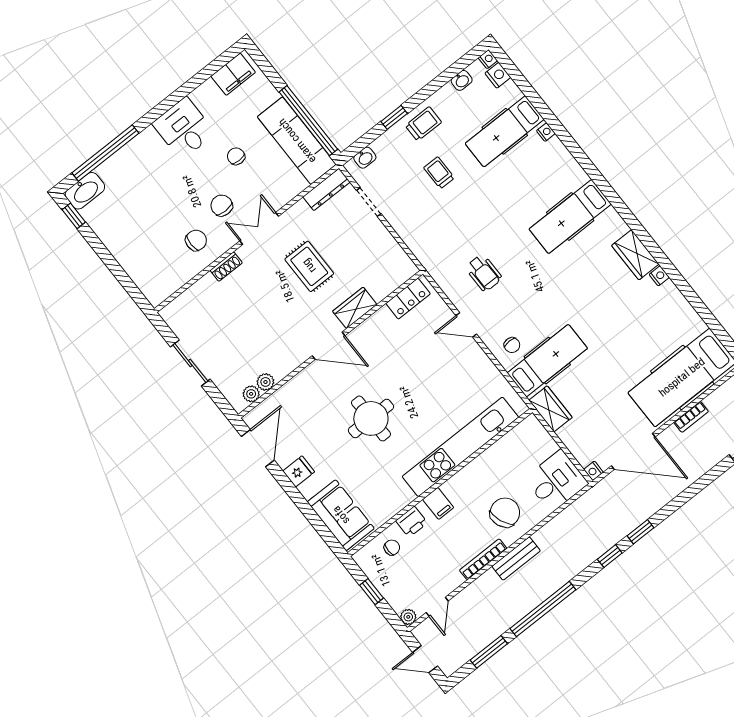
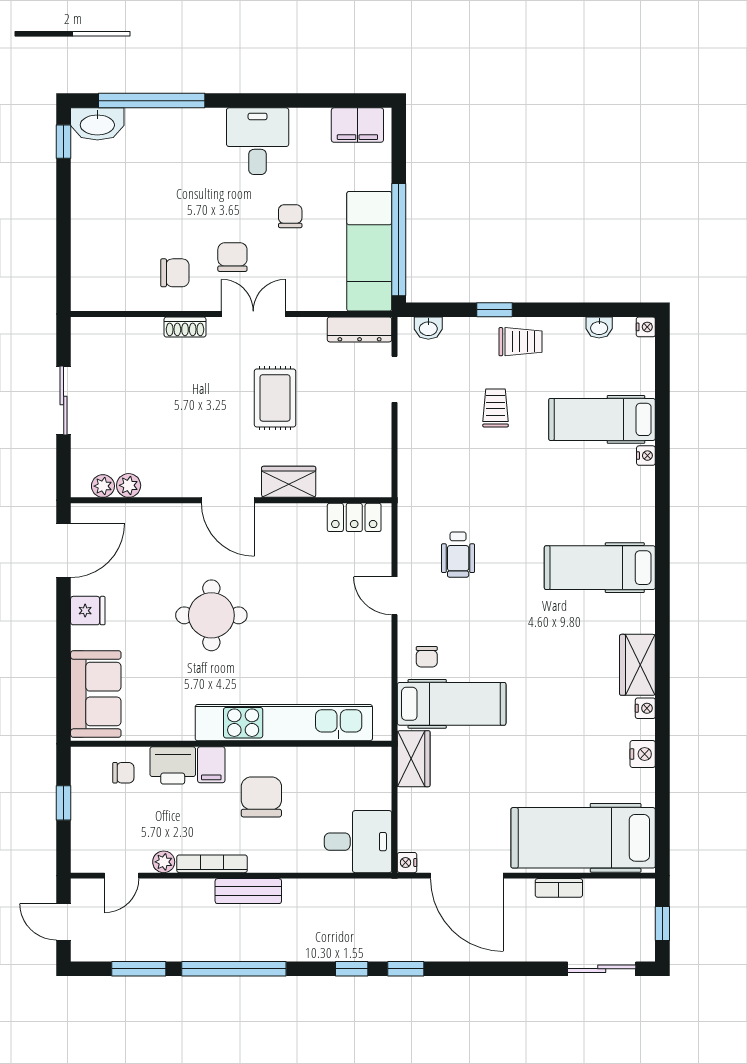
nightstand: (498, 75) -> (643, 754), moved
chair: (505, 513) -> (261, 797), moved, turned -68
printer: (412, 522) -> (173, 765), width x1.36, depth x1.24
plant: (408, 617) -> (164, 862), moved

